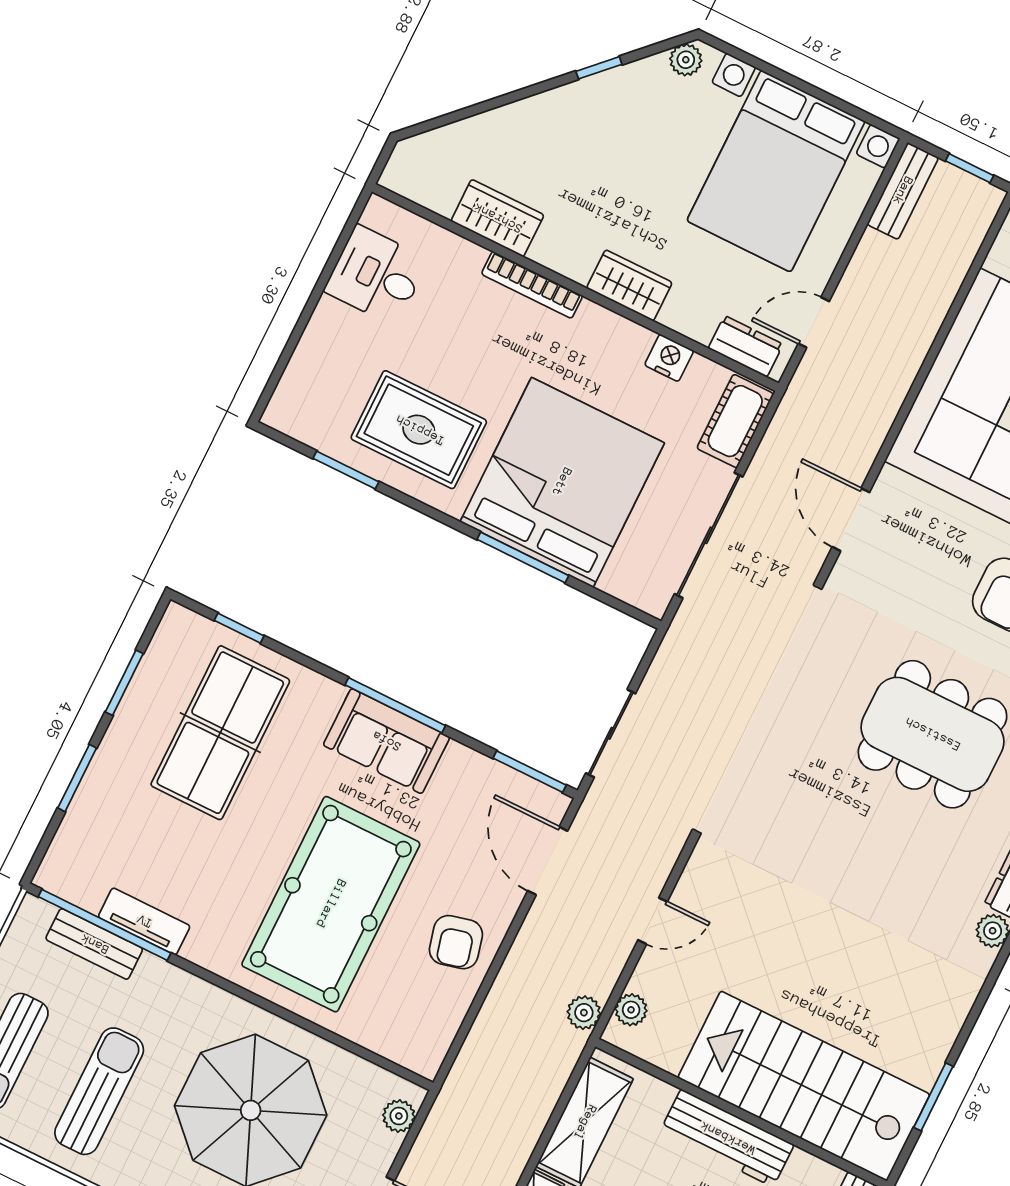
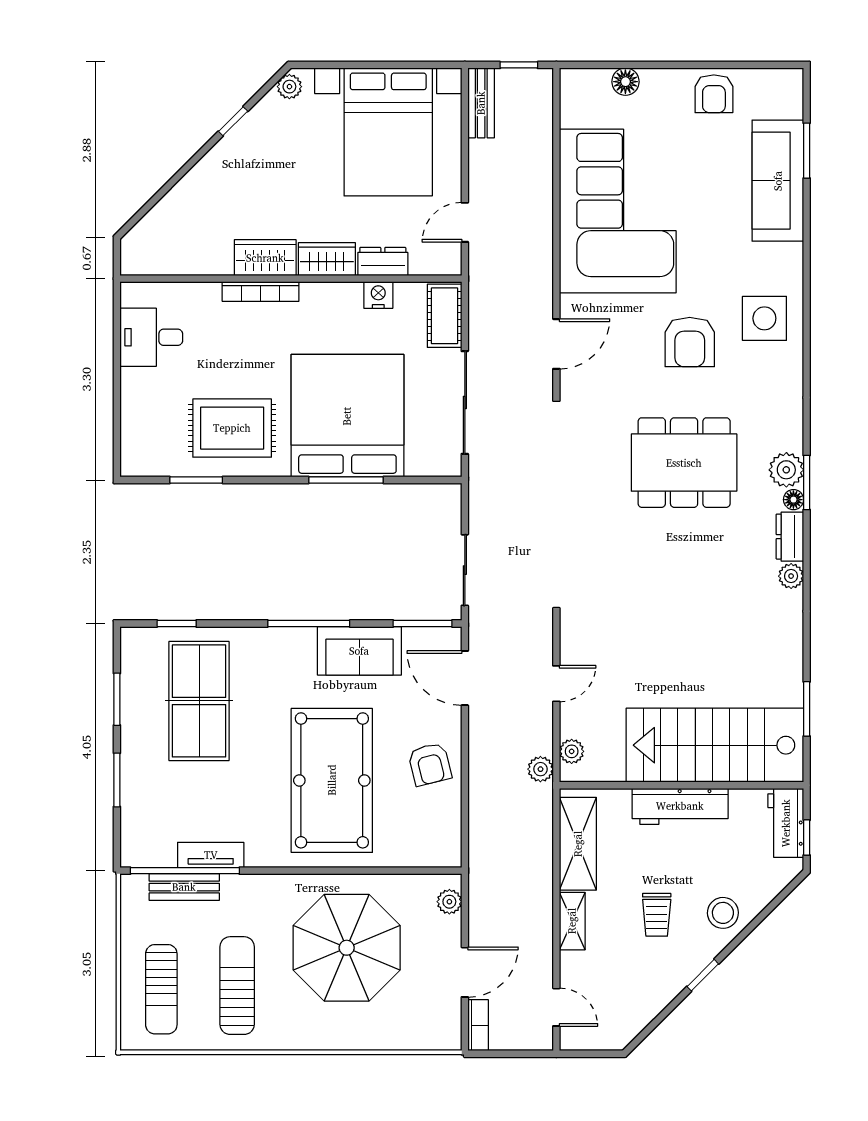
wardrobe: (497, 218) -> (265, 258), moved
dresser: (746, 346) -> (383, 261), moved
door: (851, 520) -> (556, 344), swing flipped
sofa: (386, 741) -> (359, 651), moved

